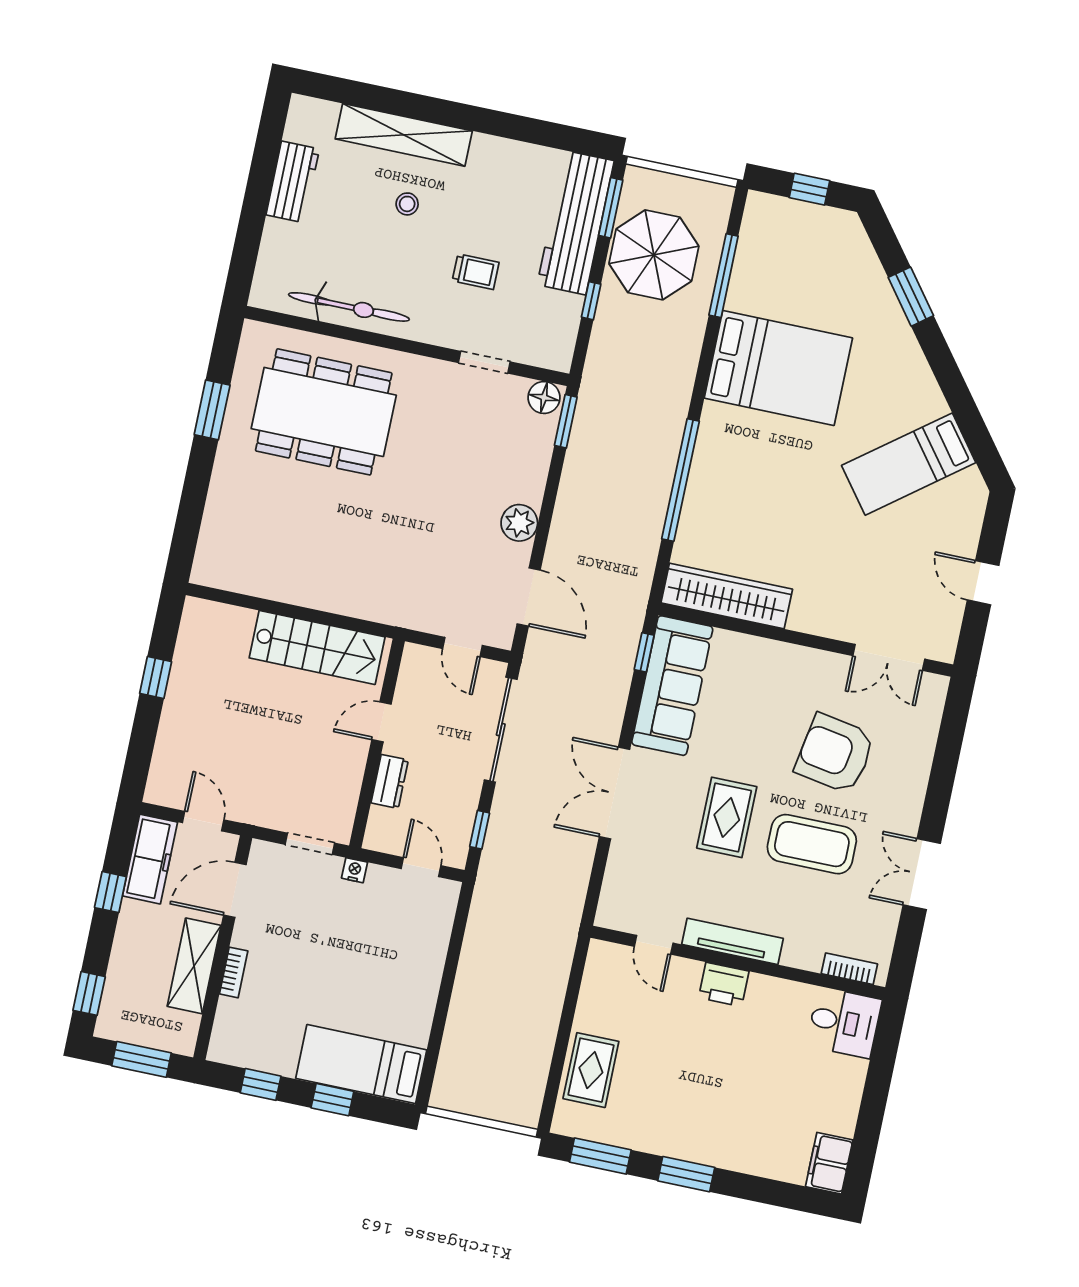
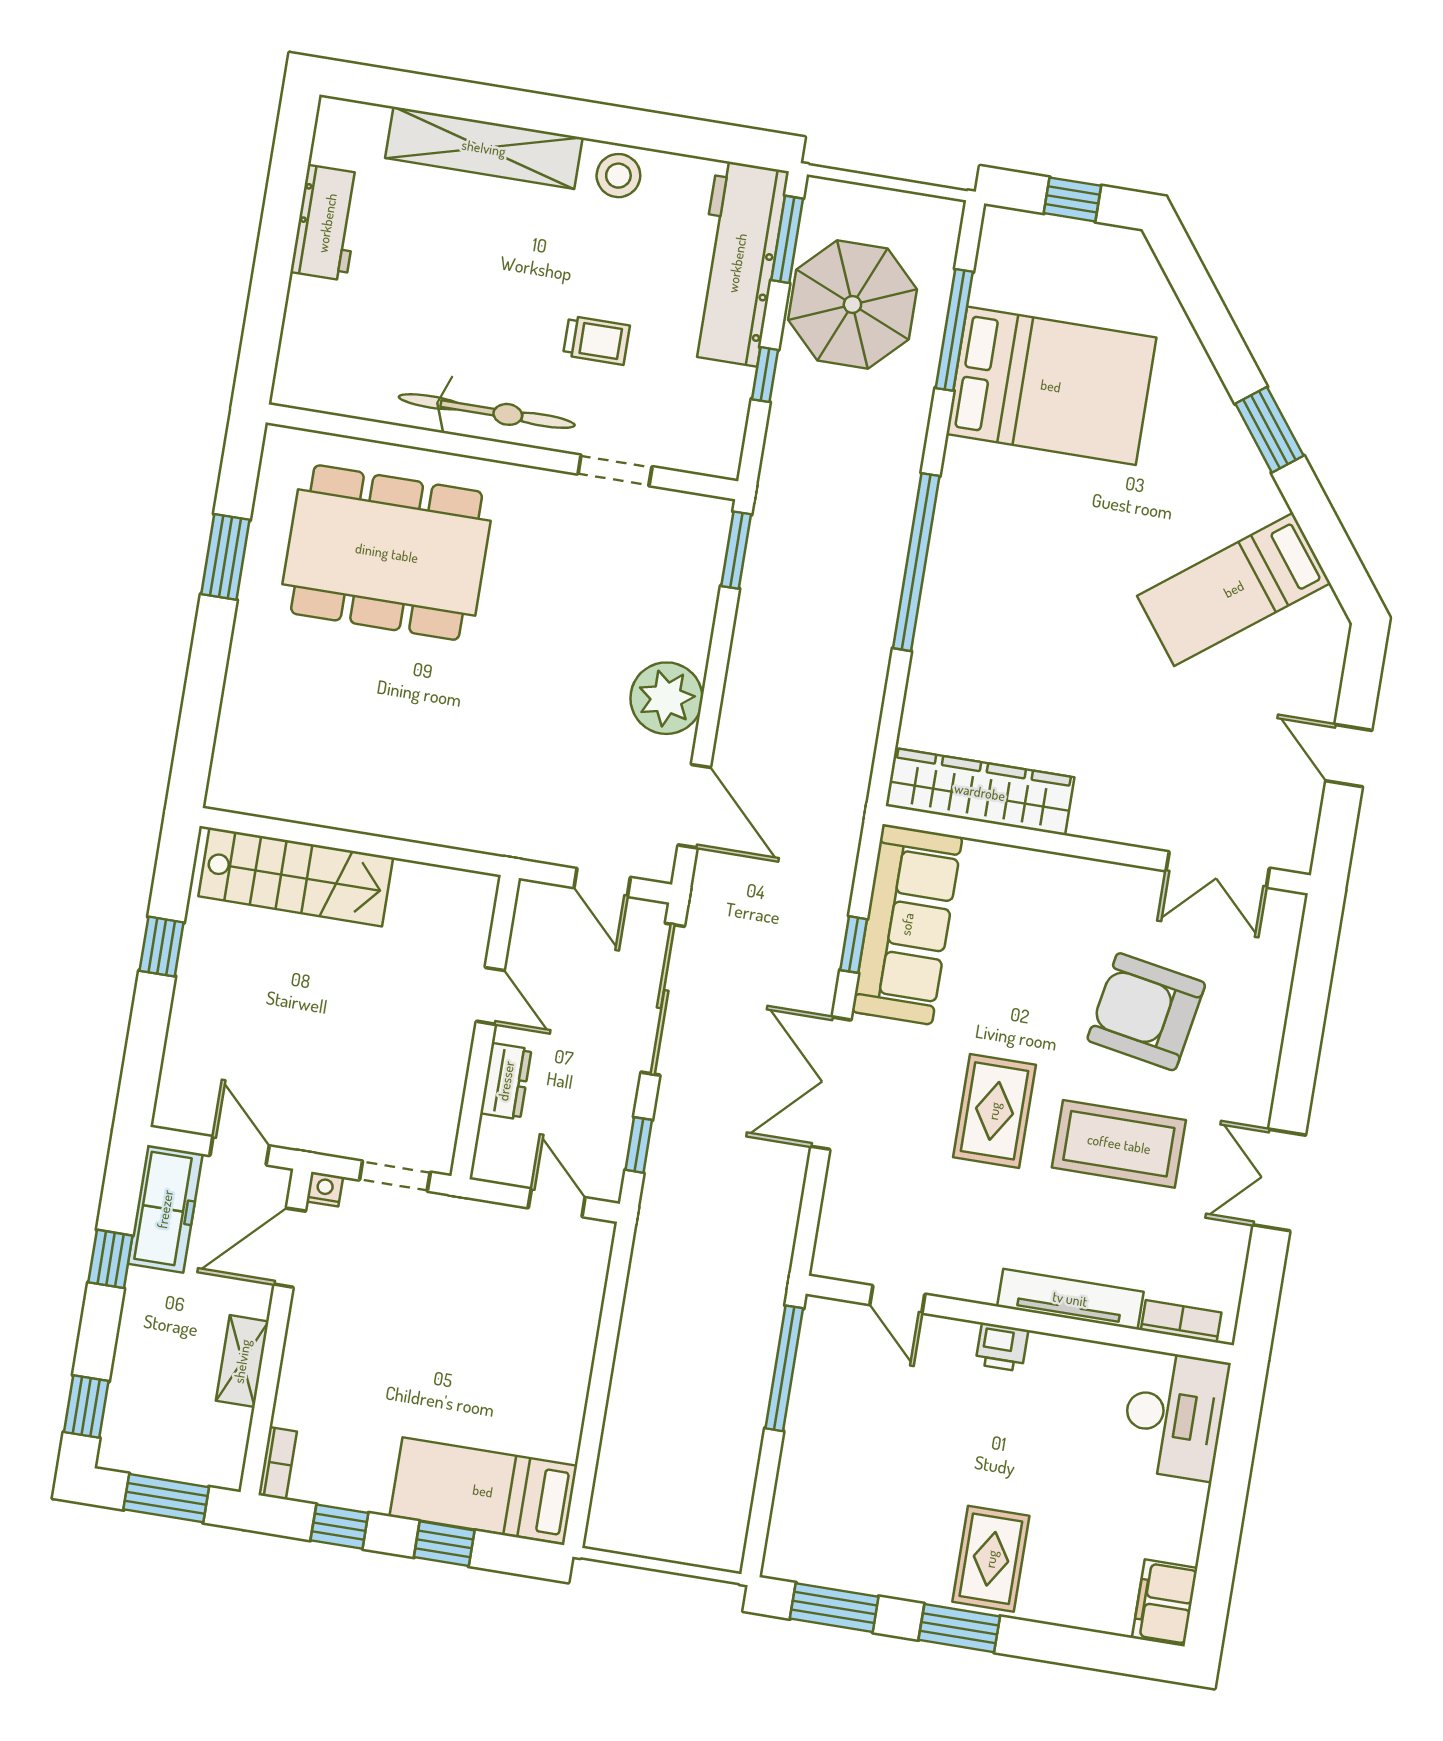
stool: (407, 204) -> (618, 176), moved, width x1.37, depth x1.37
window: (911, 297) -> (1269, 430), moved
bicycle: (349, 307) -> (487, 411), moved
bed: (778, 368) -> (1051, 386), moved
floor lamp: (544, 397) -> (703, 517), removed
window: (681, 480) -> (916, 562), moved
plant: (519, 523) -> (666, 698), width x1.36, depth x1.36
stairs: (317, 647) -> (296, 877), moved
window: (644, 652) -> (854, 945), moved
door: (382, 722) -> (490, 996), swing flipped
nightstand: (355, 870) -> (325, 1189), moved
tv unit: (732, 941) -> (1070, 1299), moved
shelving: (194, 966) -> (242, 1361), width x0.67, depth x0.75
bookcase: (234, 972) -> (278, 1463), moved
printer: (724, 984) -> (1002, 1347), width x0.73, depth x0.81
window: (573, 989) -> (784, 1368), added
desk: (844, 1023) -> (1174, 1415), width x1.37
rug: (591, 1070) -> (991, 1559), moved

